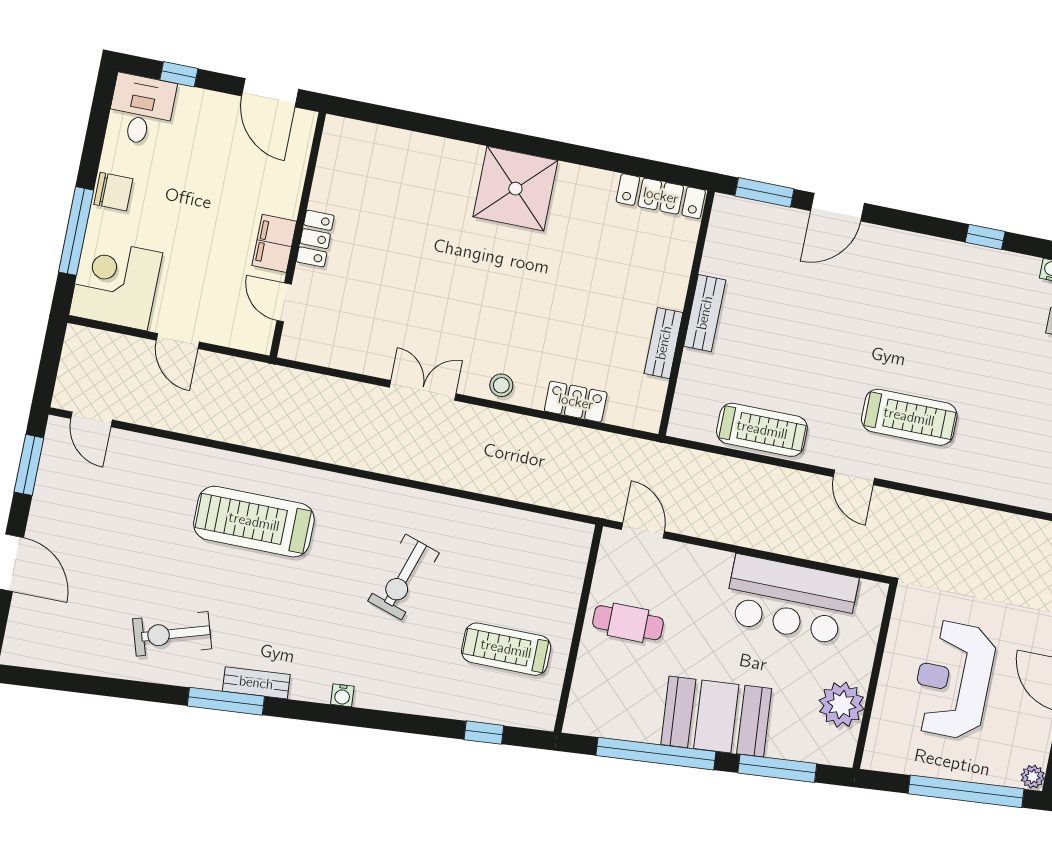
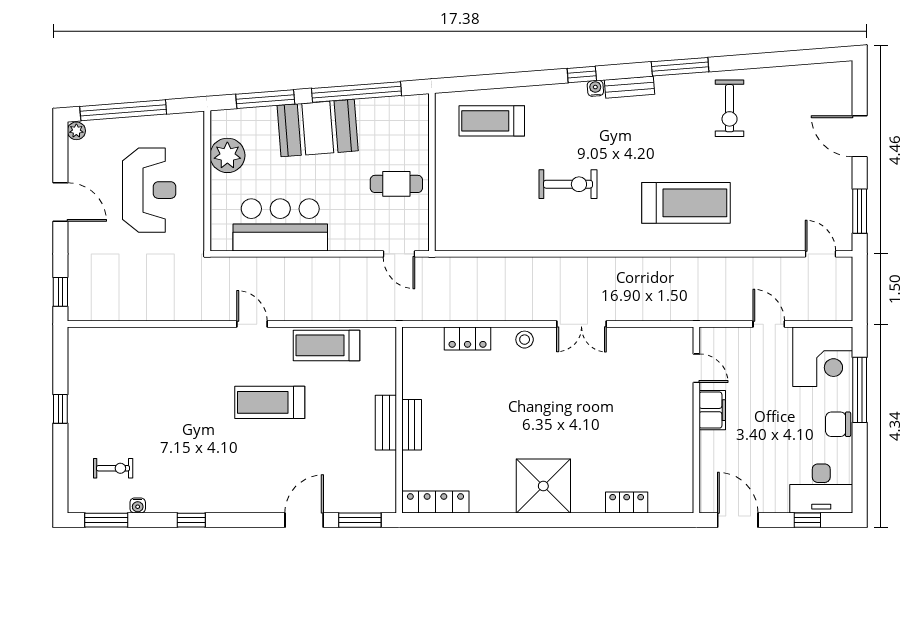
desk: (141, 110) -> (821, 488), width x1.37
locker: (315, 239) -> (627, 502), moved, turned 90
bench: (664, 343) -> (412, 425), moved
treadmill: (909, 417) -> (270, 402), moved
exercise bike: (404, 577) -> (568, 184), turned 72
exercise bike: (172, 634) -> (730, 108), turned 107
treadmill: (506, 649) -> (492, 121), moved, turned 180
bench: (256, 683) -> (630, 87), moved
window: (484, 733) -> (582, 74), moved

